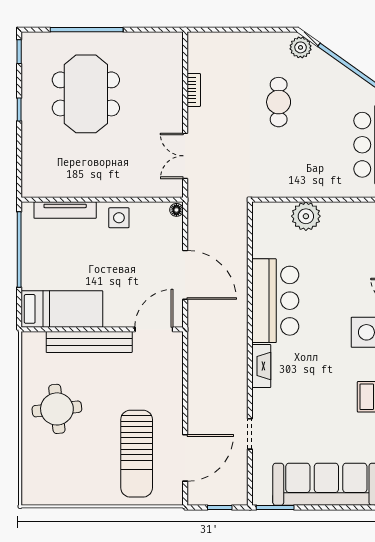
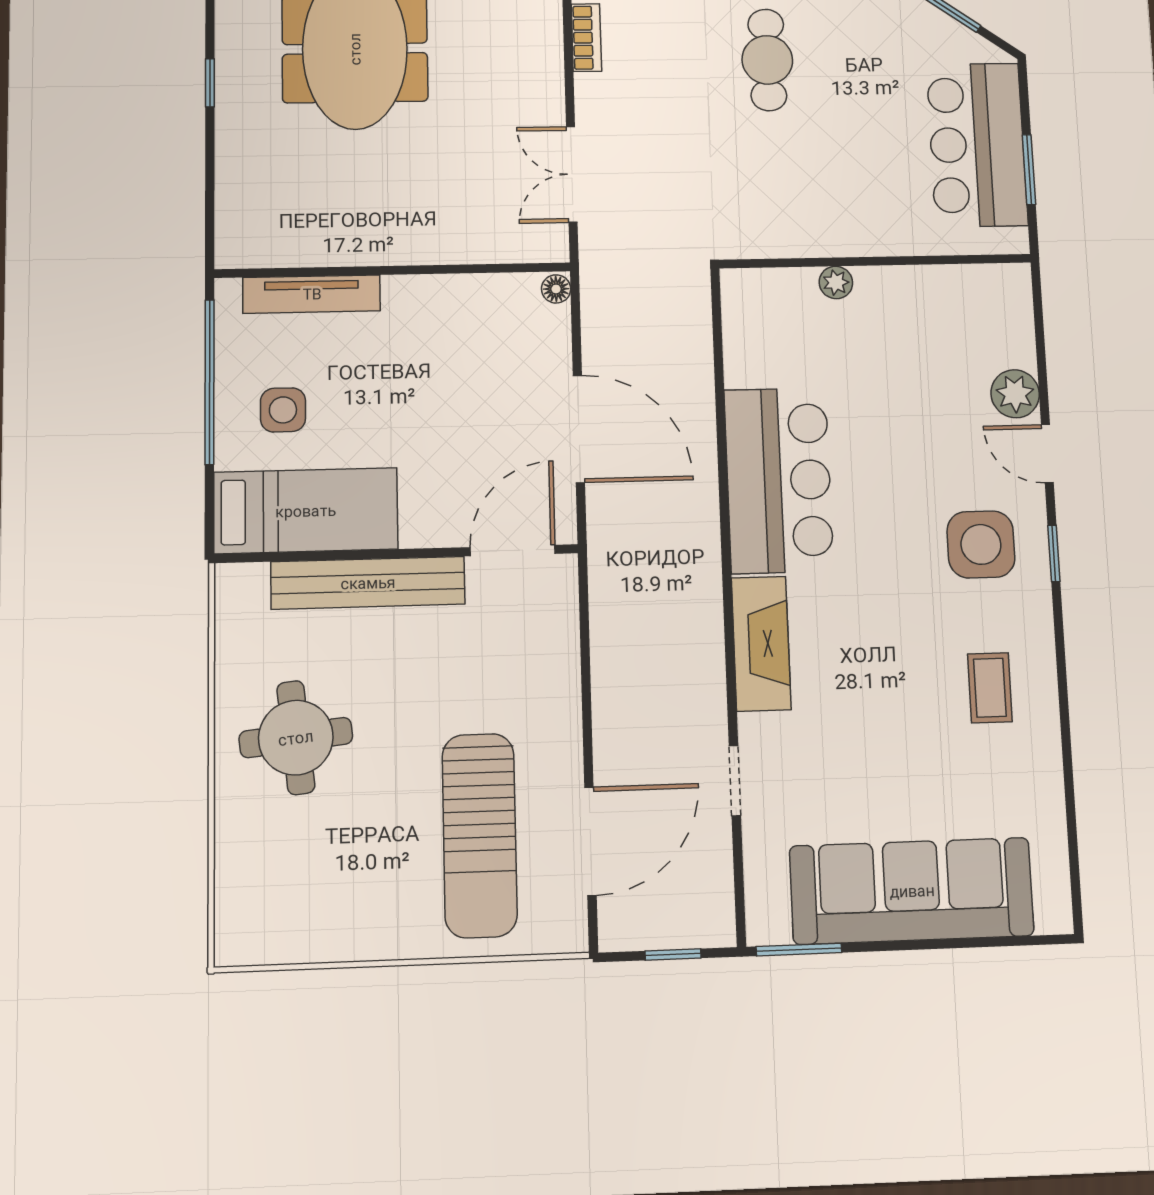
plant: (306, 216) -> (836, 282), width x0.53, depth x0.53
side table: (119, 218) -> (283, 410), moved
fireplace: (261, 366) -> (761, 644), width x1.37, depth x1.32

